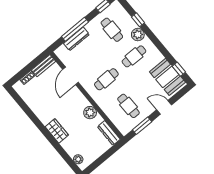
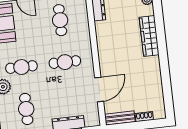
plant: (90, 113) -> (104, 39), removed
wardrobe: (57, 131) -> (149, 36), width x1.50

